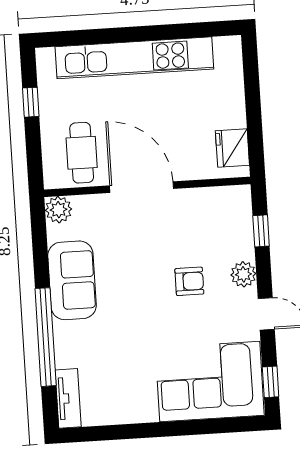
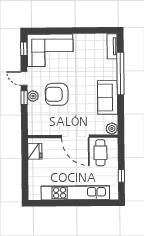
window: (261, 231) -> (24, 98), moved
armchair: (189, 281) -> (57, 94), width x1.88, depth x1.88

